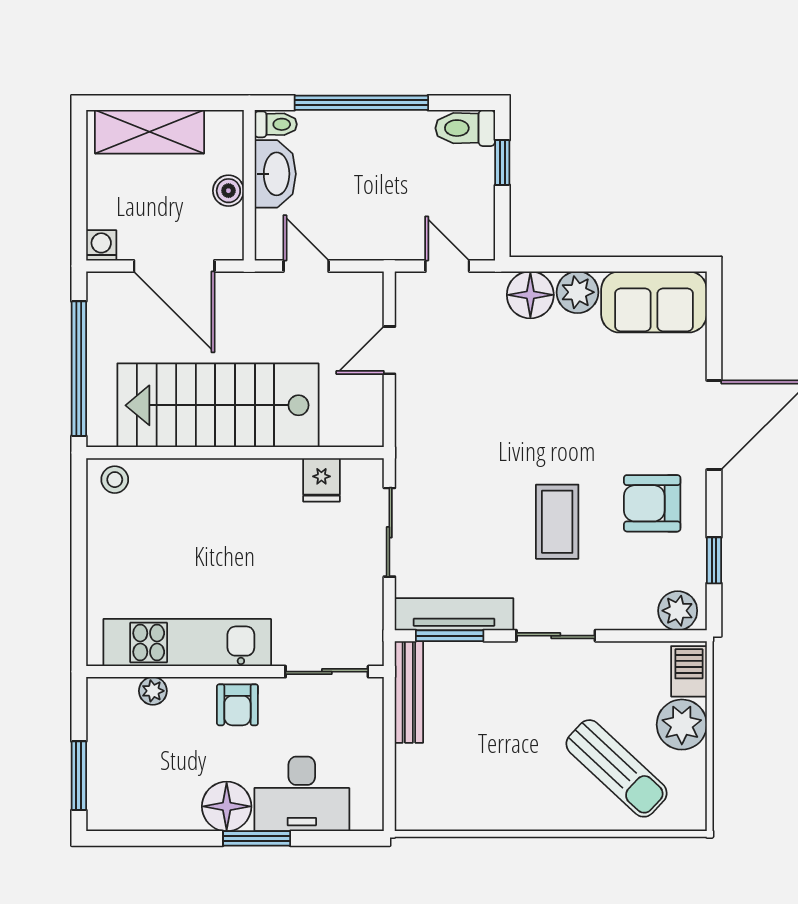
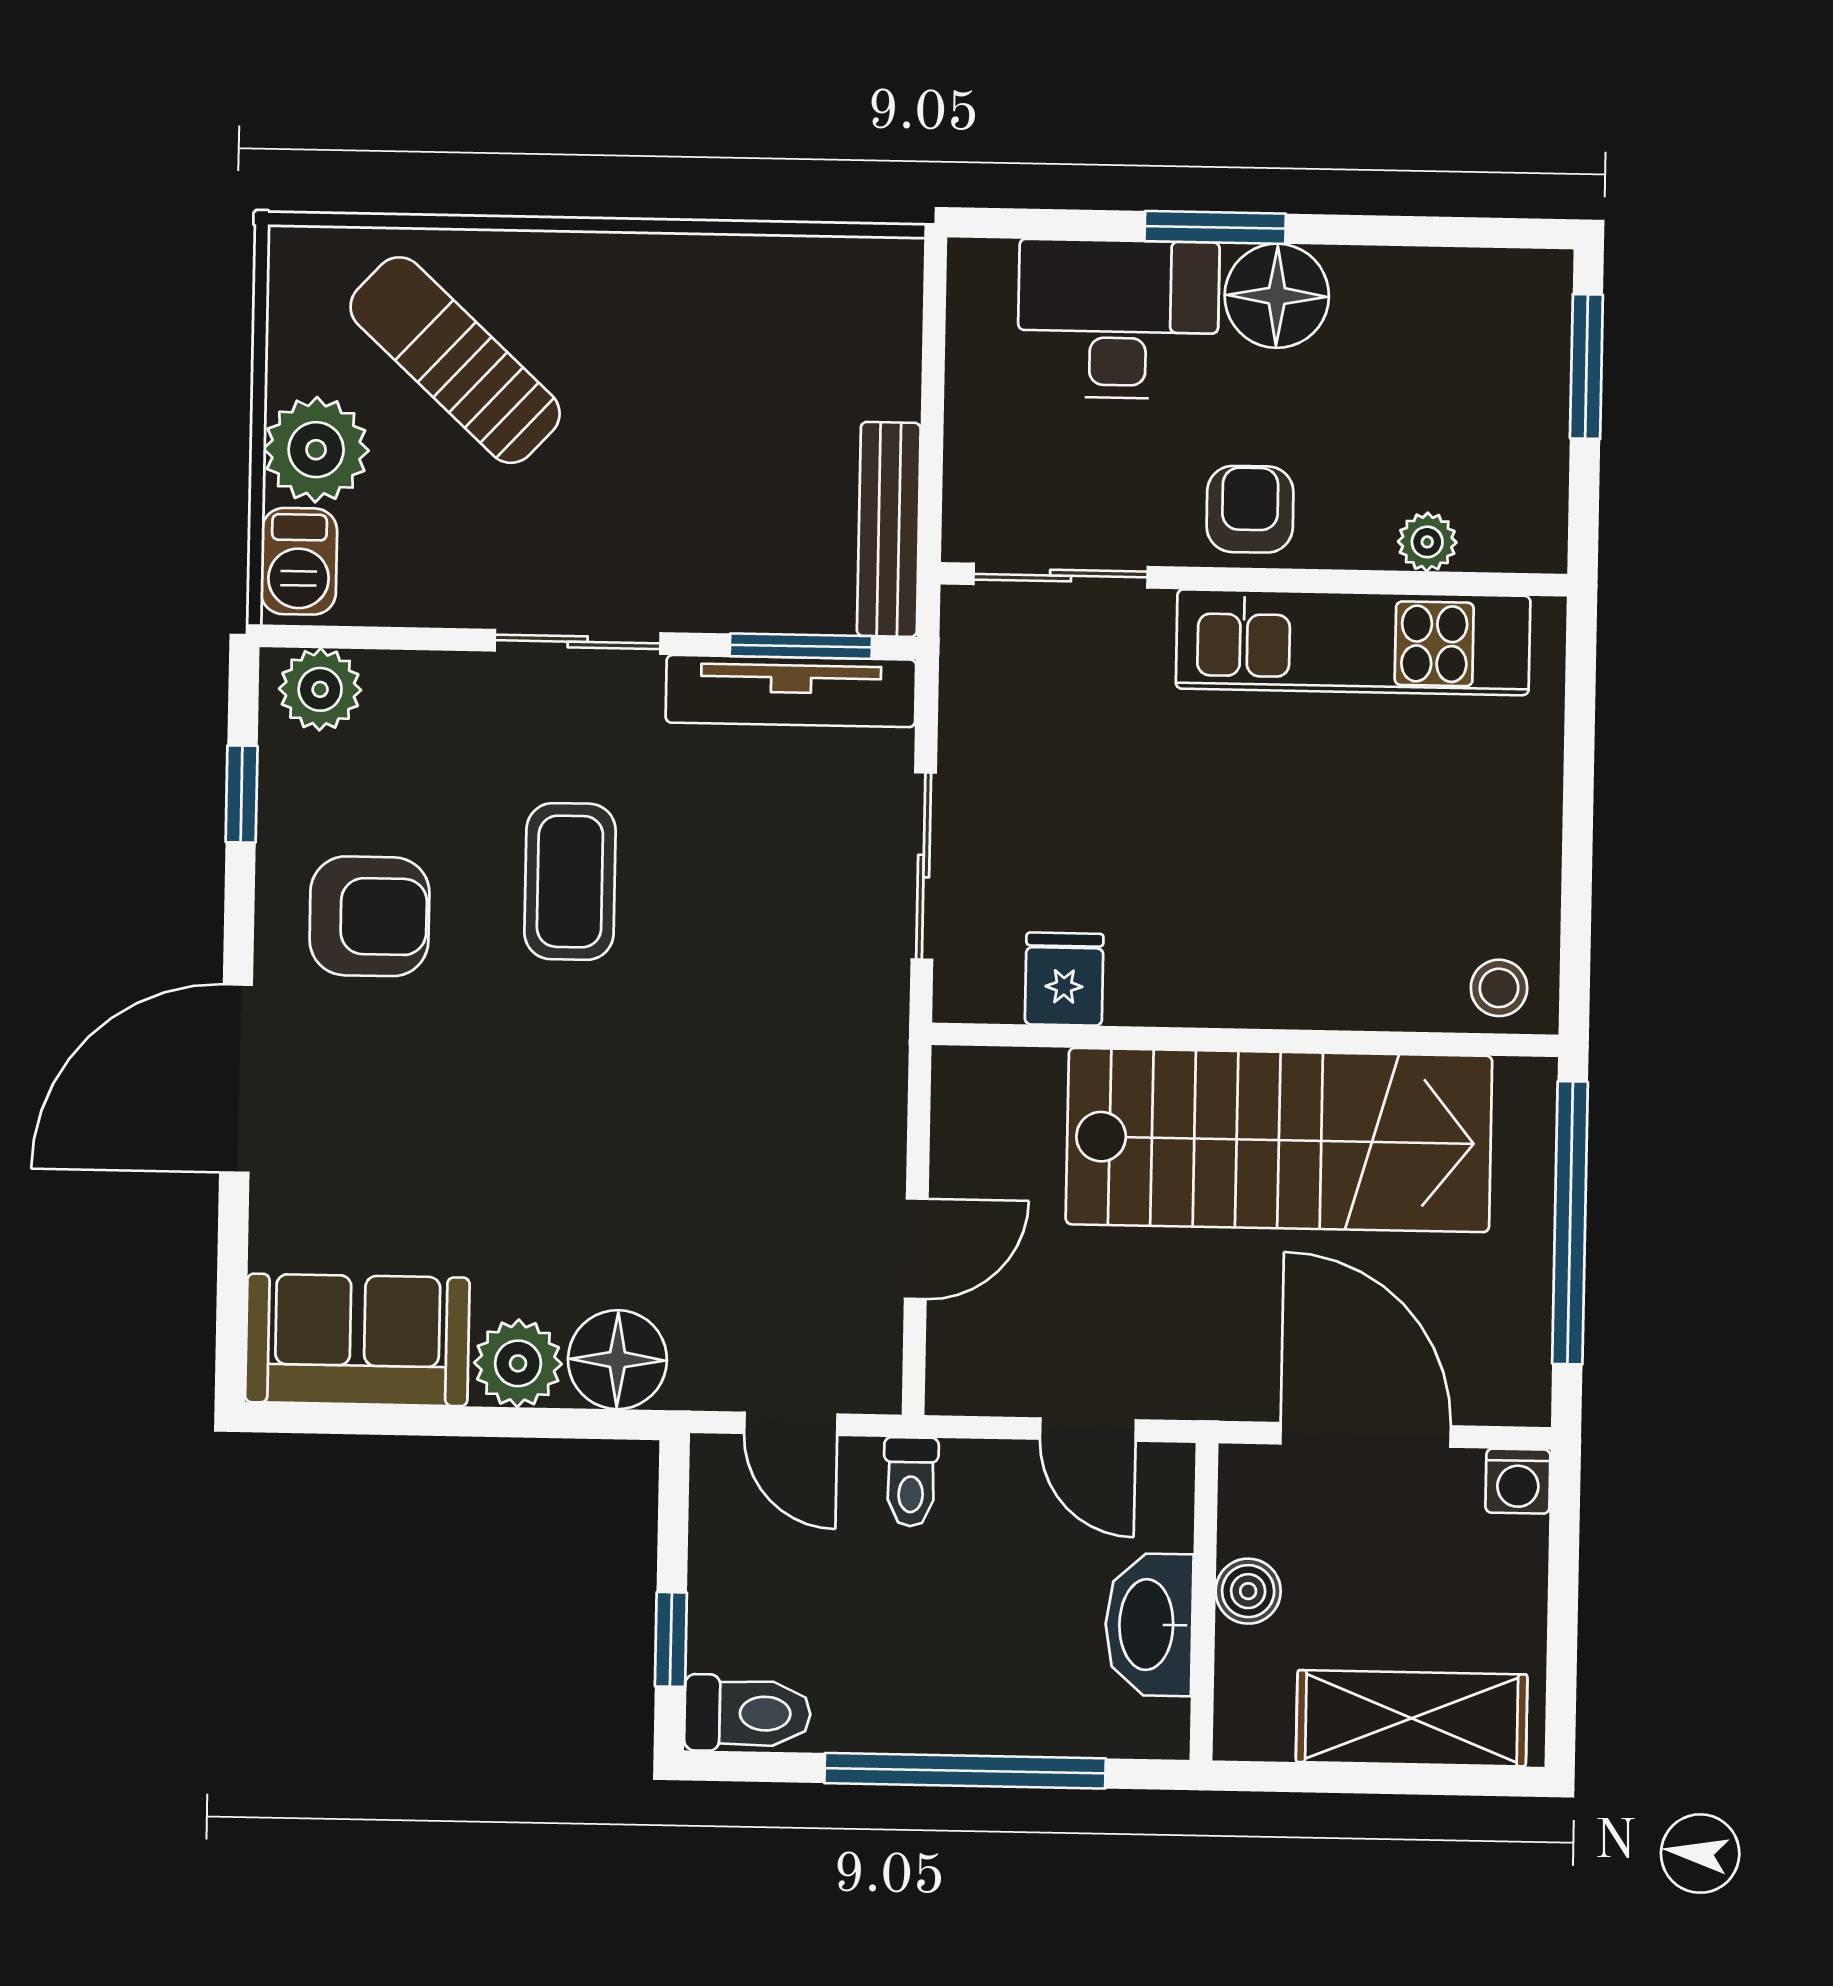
toilet: (276, 124) -> (911, 1482), moved, turned -90

